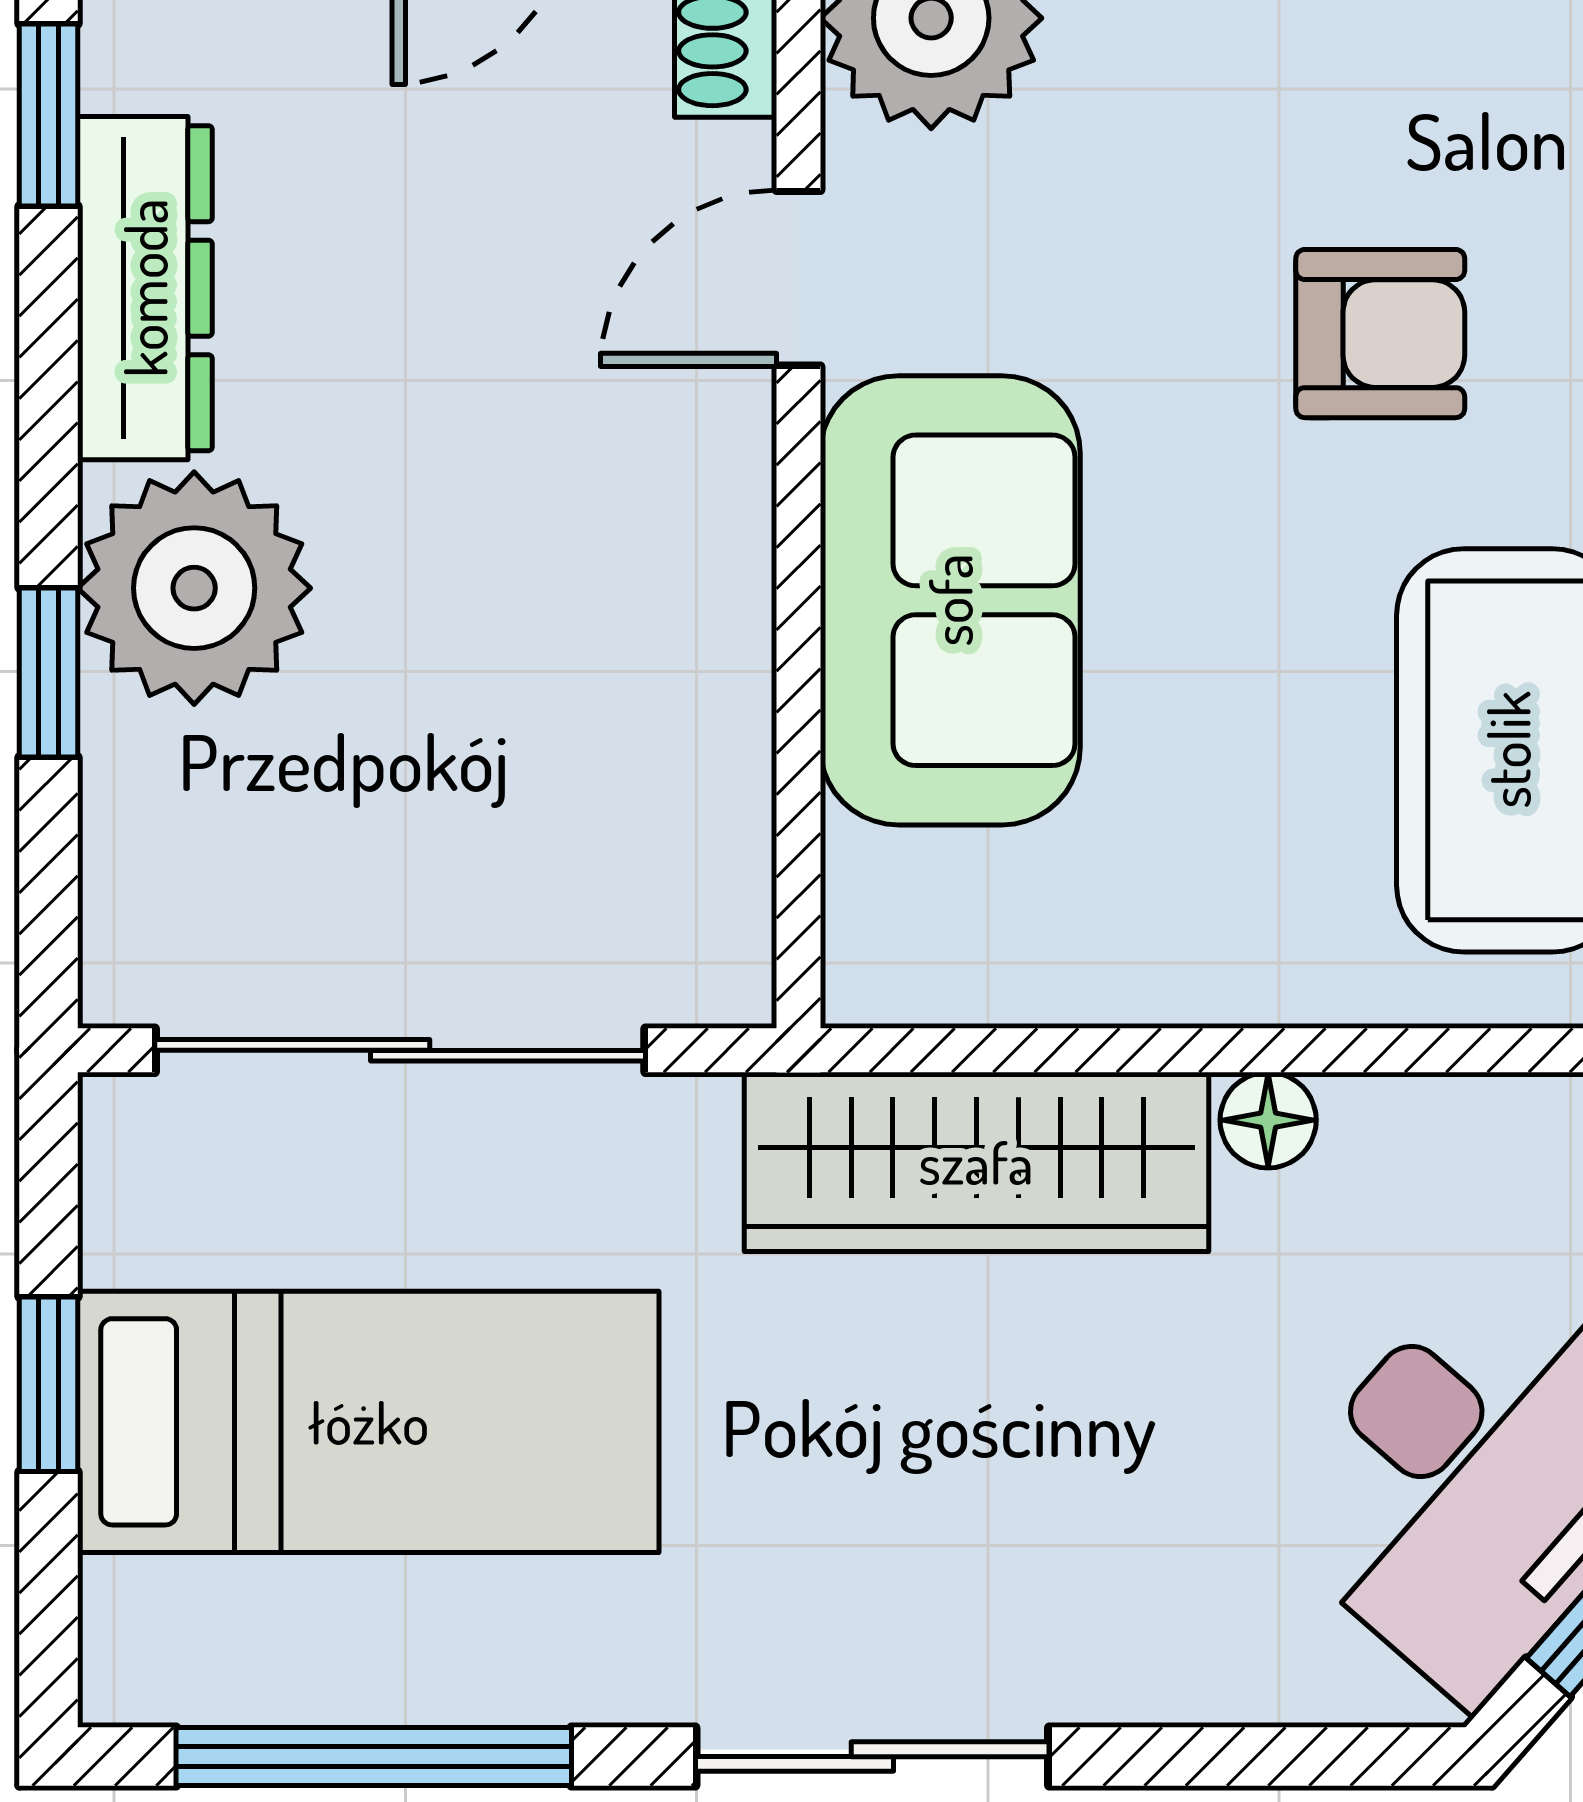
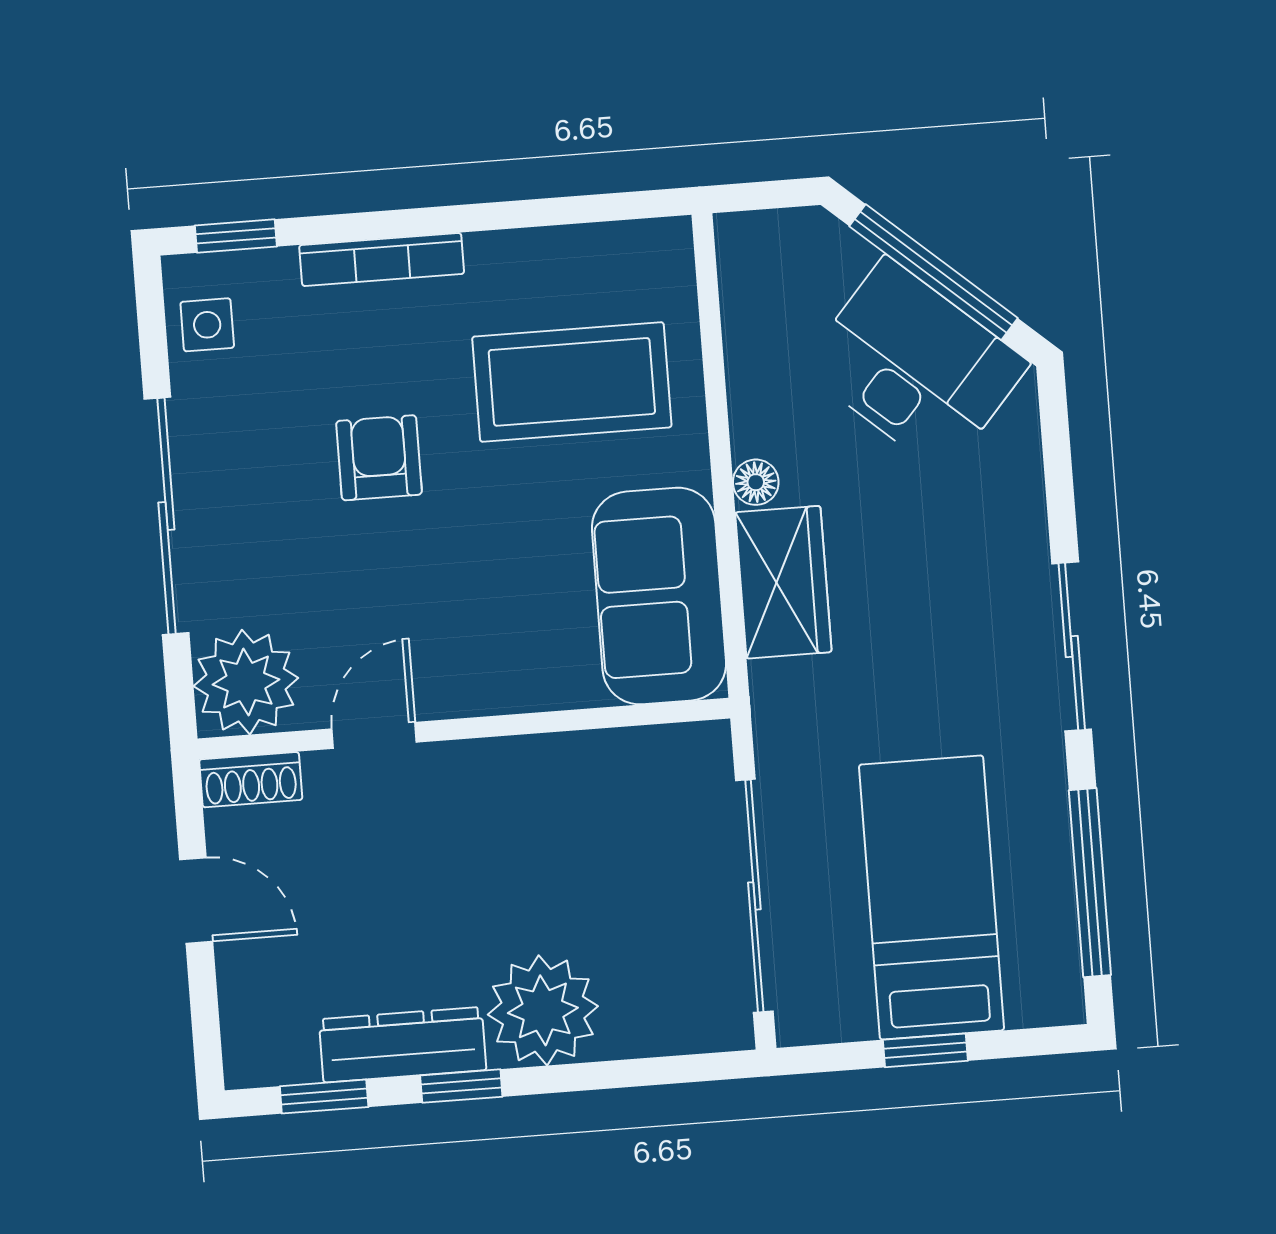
door: (798, 278) -> (374, 735), swing flipped
sofa: (950, 600) -> (659, 596), moved, turned -90
window: (49, 673) -> (461, 1086), moved
wardrobe: (976, 1162) -> (783, 582), width x0.67

